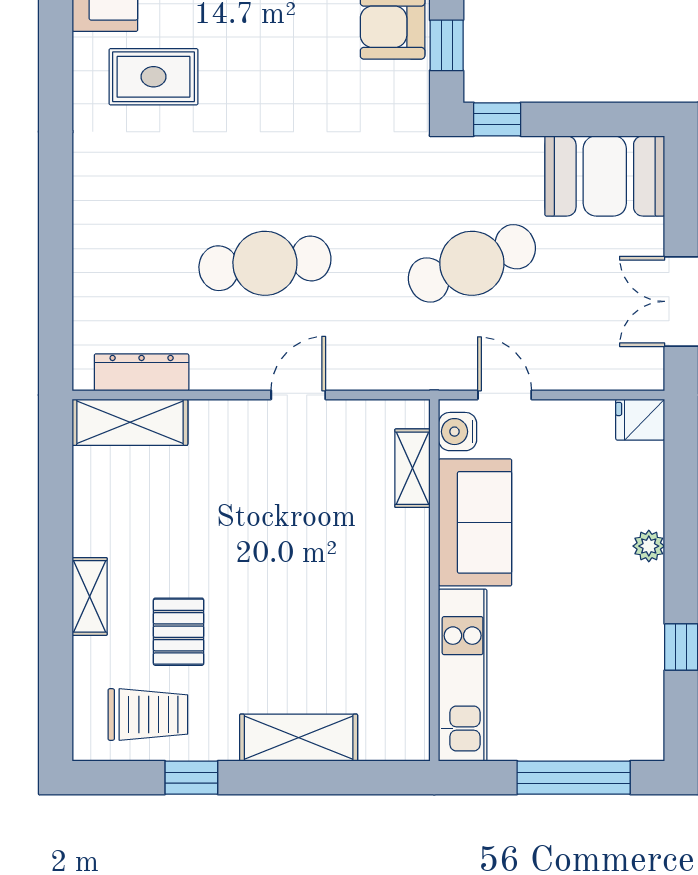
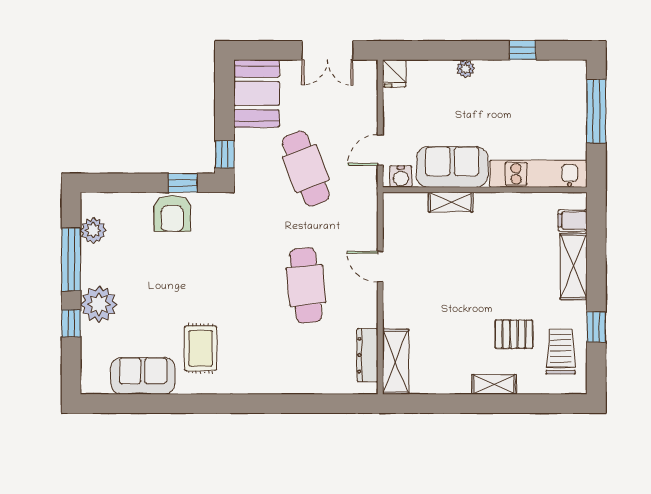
shelving: (412, 468) -> (451, 202), moved
filing cabinet: (380, 736) -> (573, 220), added

